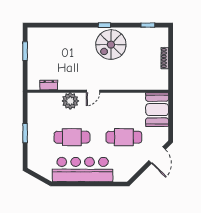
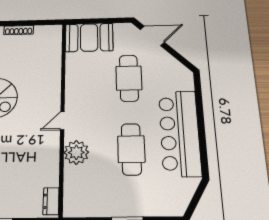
dresser: (49, 85) -> (51, 201), moved
door: (93, 91) -> (62, 121), swing flipped

